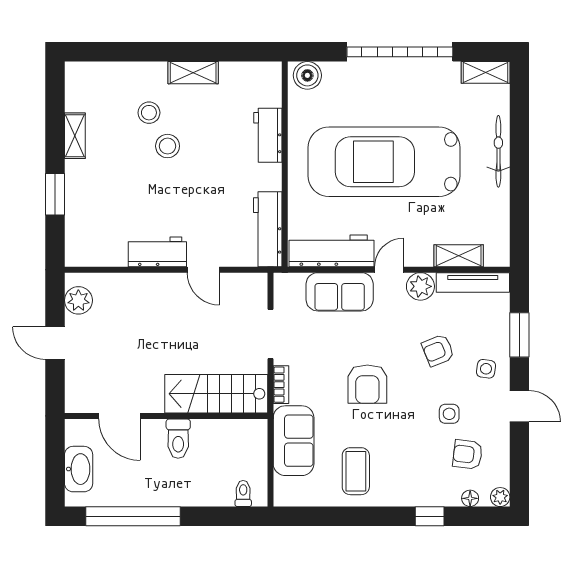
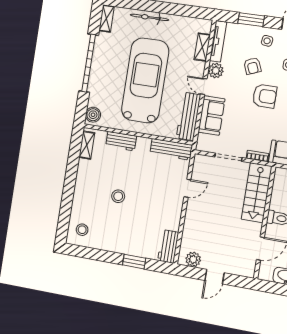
shelving: (193, 73) -> (87, 145), moved
stool: (149, 113) -> (82, 230), moved
shelving: (75, 136) -> (105, 245), removed
car: (384, 162) -> (145, 80), turned 180
workbench: (157, 252) -> (168, 246), moved
armchair: (367, 384) -> (265, 96), moved

